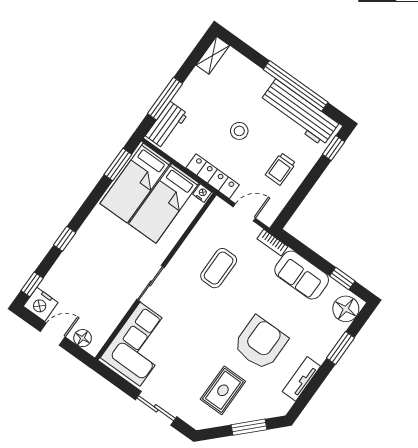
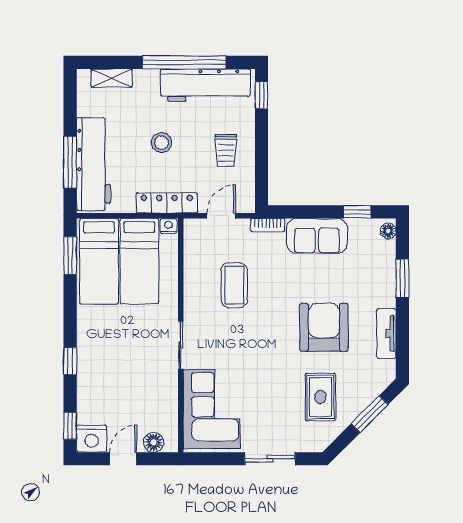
shelving: (213, 55) -> (112, 78), moved, turned 90
workbench: (167, 125) -> (94, 164), width x1.87, depth x1.32
floor lamp: (346, 309) -> (388, 231), width x0.53, depth x0.53

